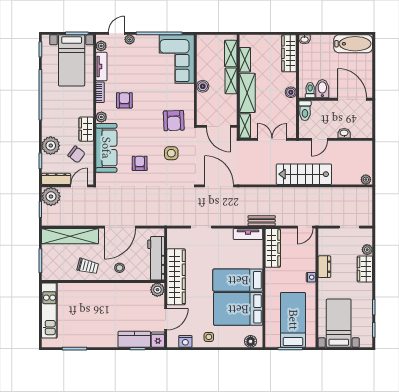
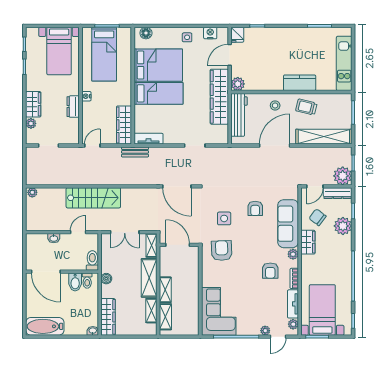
boiler: (203, 86) -> (193, 284), removed
kitchen counter: (134, 339) -> (300, 83), moved, turned 180

